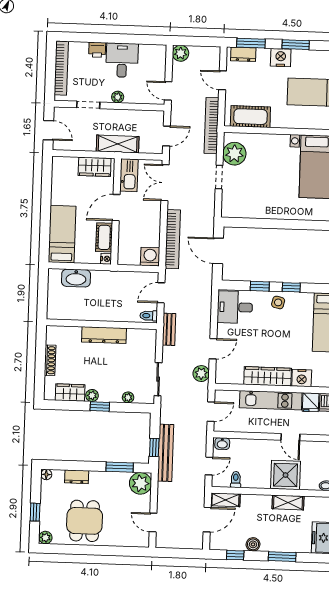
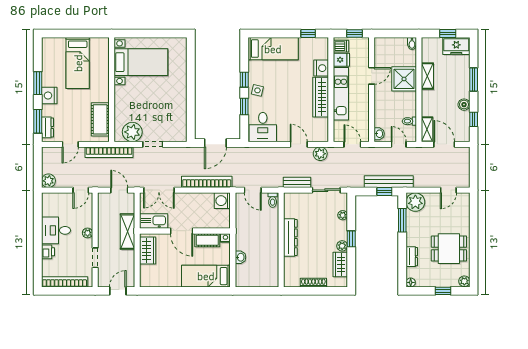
washbasin: (76, 278) -> (240, 257), width x0.52, depth x0.69
bench: (169, 329) -> (297, 182), moved

